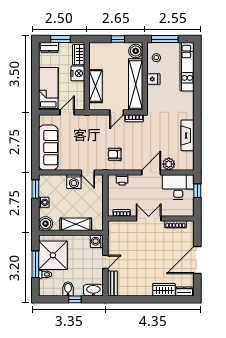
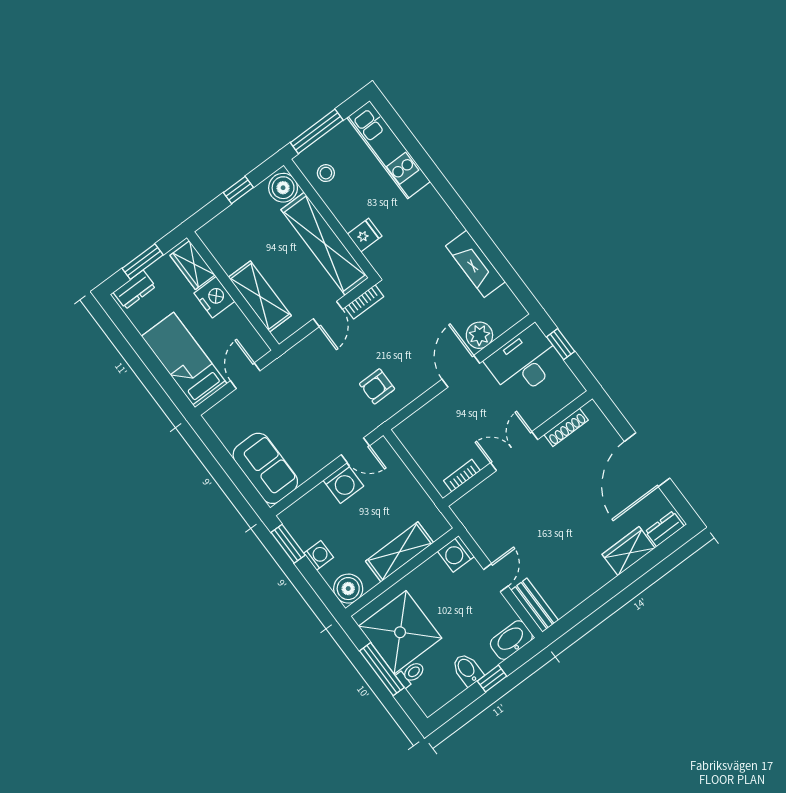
fridge: (153, 79) -> (365, 235), moved
sofa: (48, 148) -> (265, 468), width x0.73
printer: (122, 180) -> (421, 420), removed

